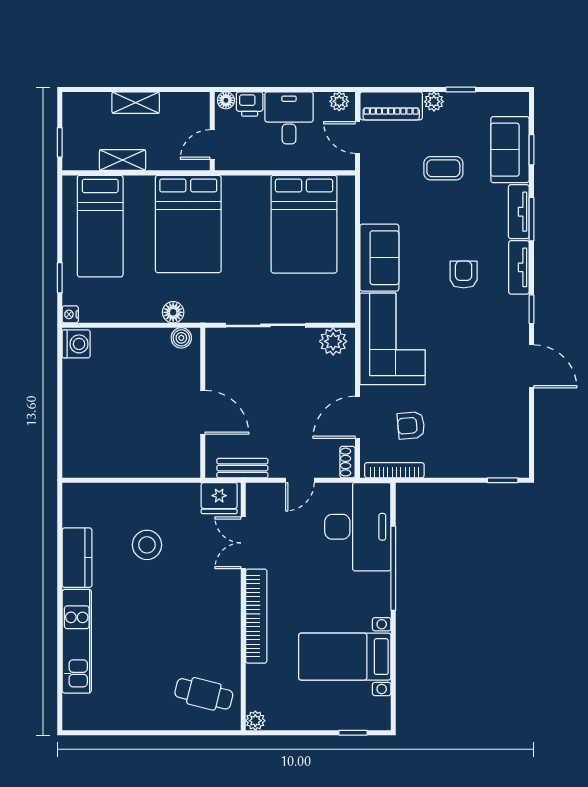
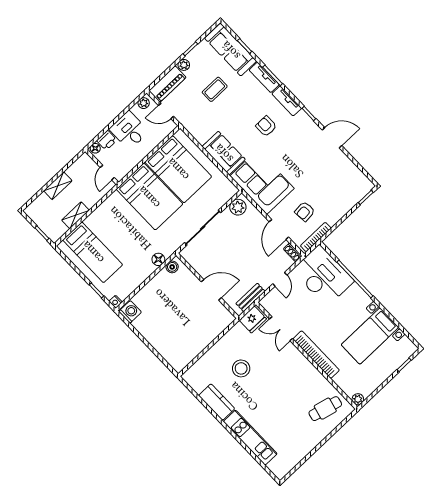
sofa: (510, 150) -> (231, 50), width x1.36
bed: (188, 224) -> (149, 197), moved

